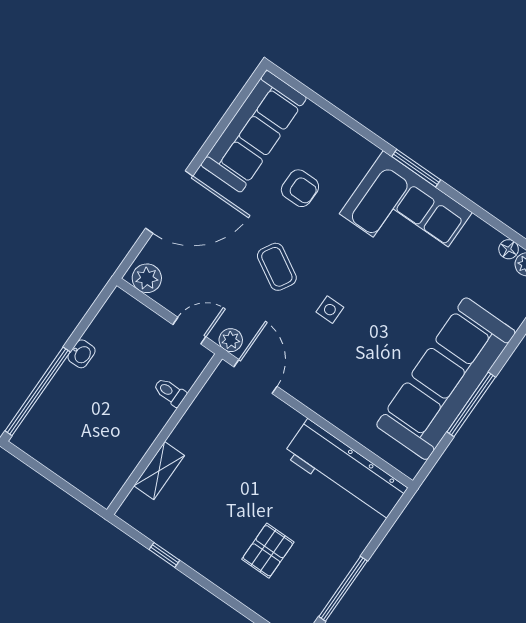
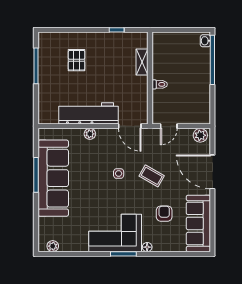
armchair: (300, 188) -> (164, 214), turned 90
door: (169, 202) -> (212, 172), hinge flipped
floor lamp: (509, 249) -> (147, 247), moved
plant: (231, 340) -> (90, 134), moved
washbasin: (81, 354) -> (205, 41), moved
toilet: (170, 392) -> (160, 84), moved
workbench: (345, 471) -> (89, 113), moved

